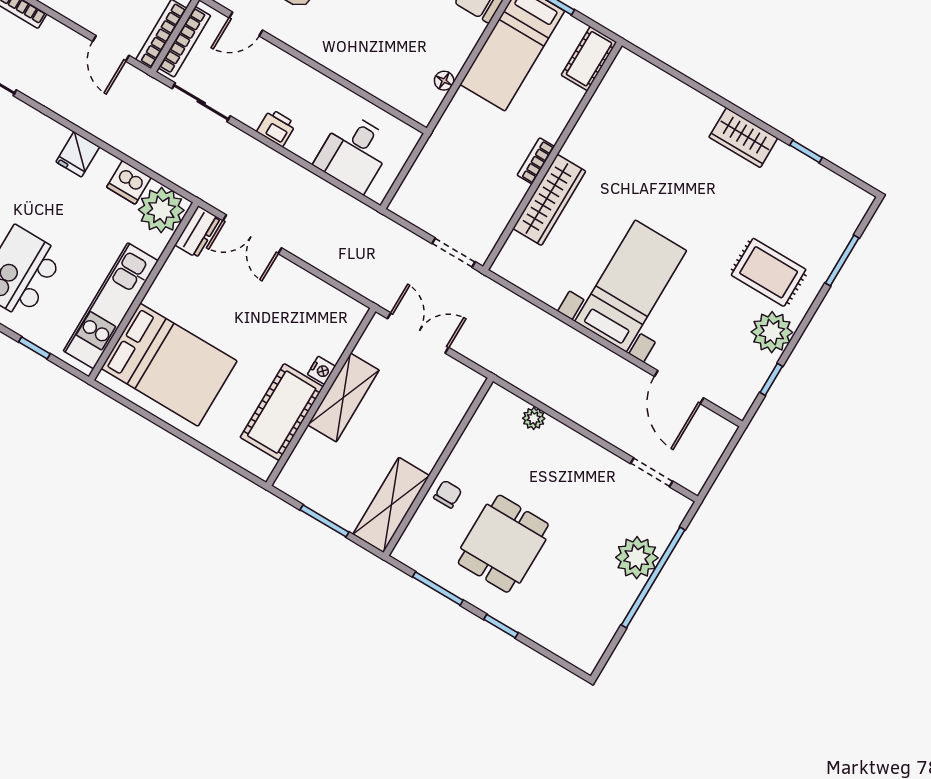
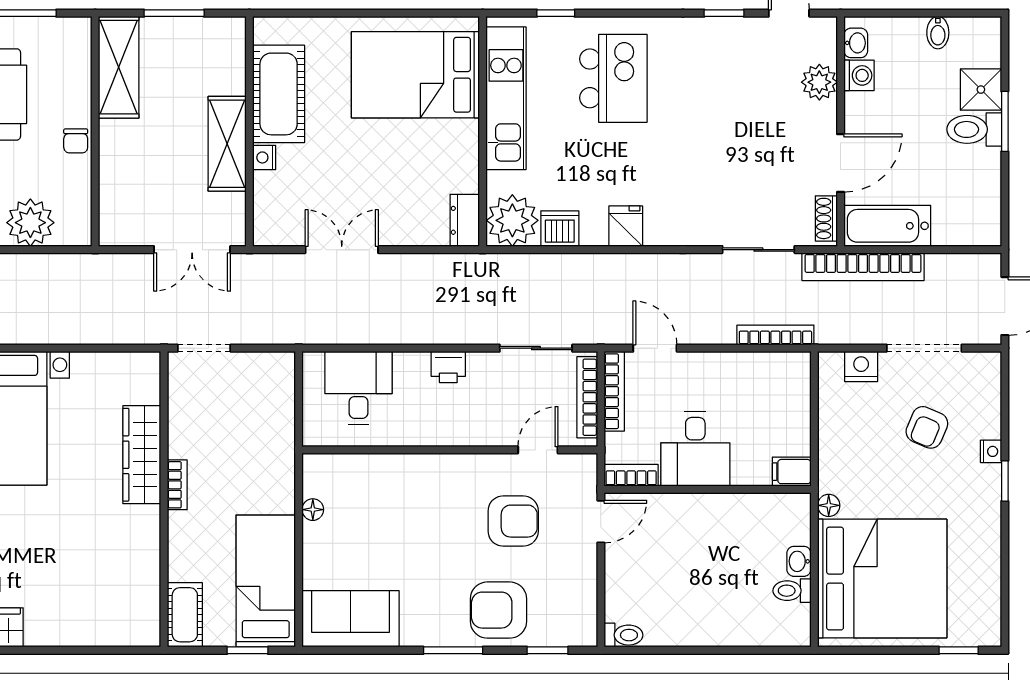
double door: (252, 234) -> (342, 250), moved
plant: (534, 418) -> (30, 223), width x1.88, depth x1.88
chair: (448, 494) -> (76, 141), moved

